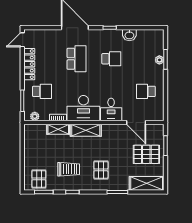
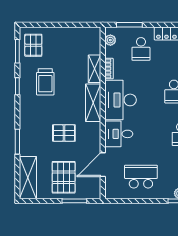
school desk: (146, 91) -> (141, 177), width x1.85
pallet: (101, 170) -> (64, 133), moved
pallet: (39, 179) -> (33, 45), turned 90

